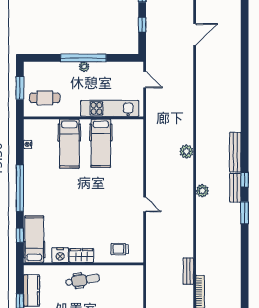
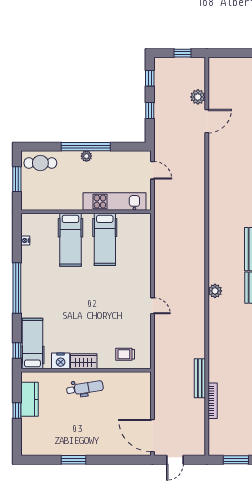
cafe table: (45, 98) -> (40, 163), moved
plant: (186, 152) -> (198, 97), moved
window: (20, 235) -> (17, 350), moved
bench: (188, 271) -> (200, 378), width x1.36

